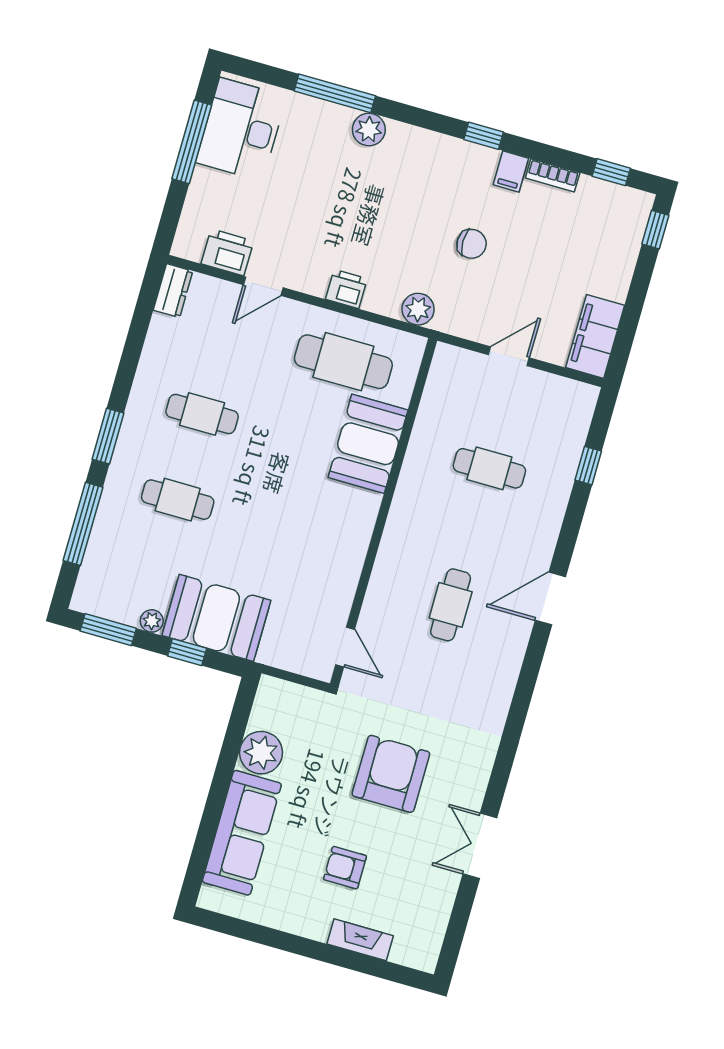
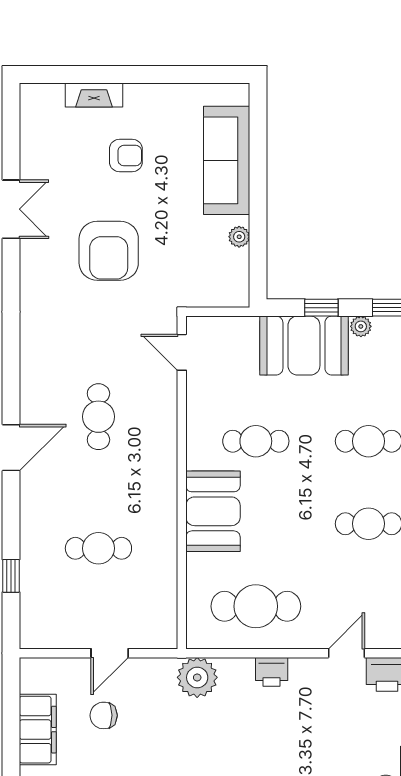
chair: (472, 244) -> (104, 715), moved
plant: (418, 309) -> (197, 677), width x1.36, depth x1.36
filing cabinet: (595, 336) -> (38, 730), moved
booth: (368, 444) -> (213, 511), moved
cafe table: (295, 533) -> (256, 441), added
plant: (261, 753) -> (239, 237), width x0.53, depth x0.53

